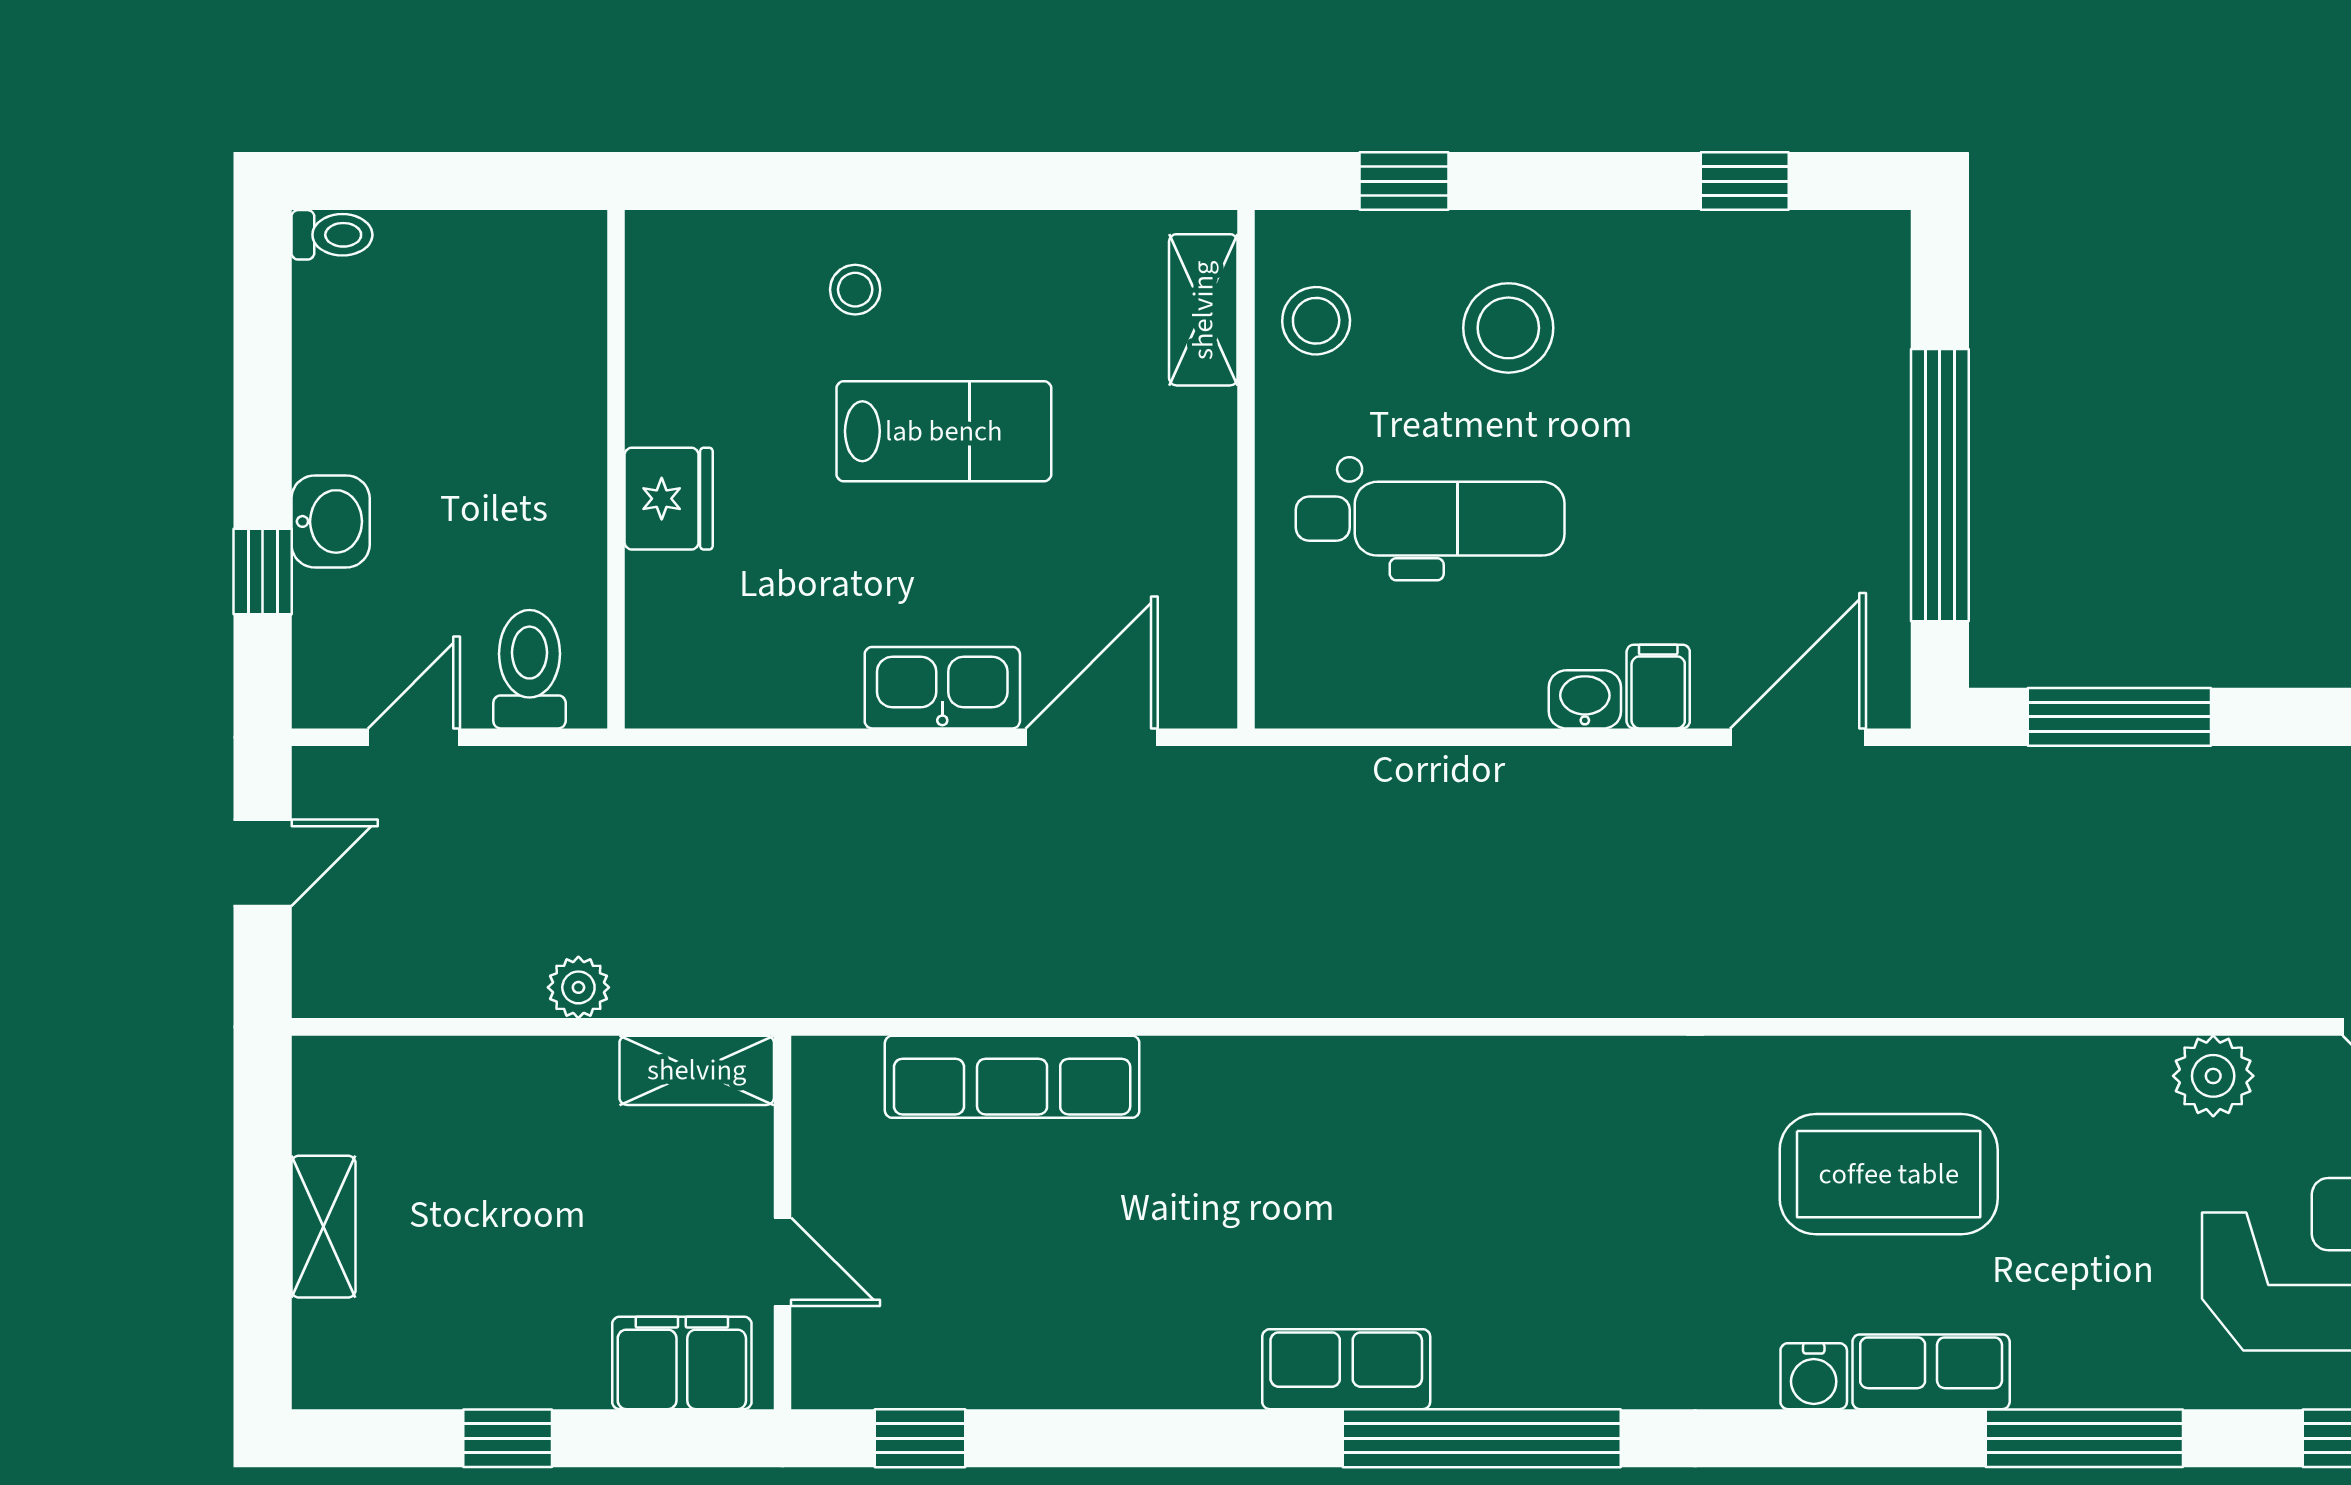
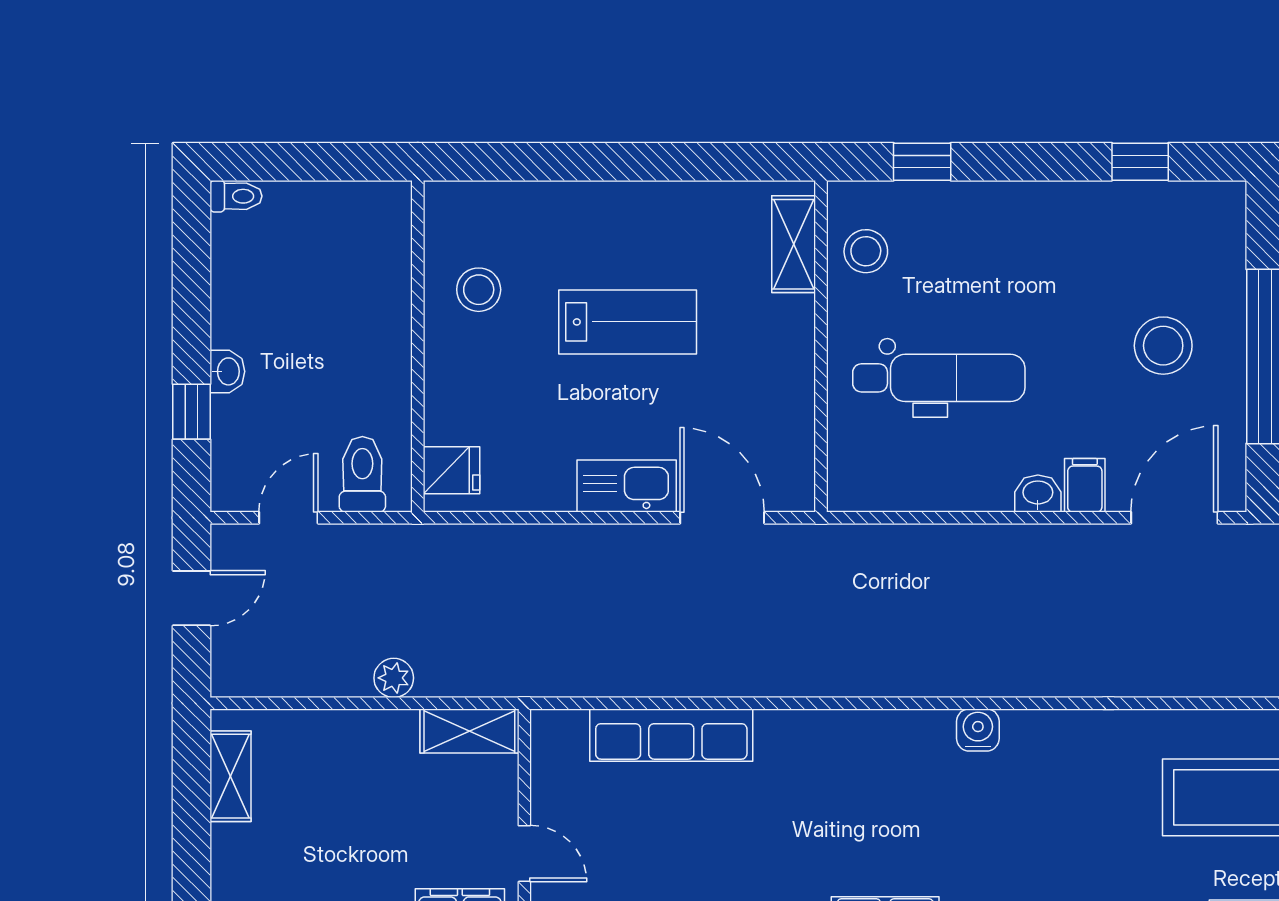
stool: (855, 290) -> (479, 290), moved, width x1.37, depth x1.37
stool: (1508, 328) -> (1163, 346), moved
fridge: (669, 499) -> (451, 470), moved, width x0.72
washbasin: (331, 521) -> (227, 371), width x0.72, depth x0.69
door: (1092, 737) -> (722, 518), hinge flipped
water cooler: (1491, 1069) -> (978, 730), added
shelving: (323, 1227) -> (230, 776), moved

